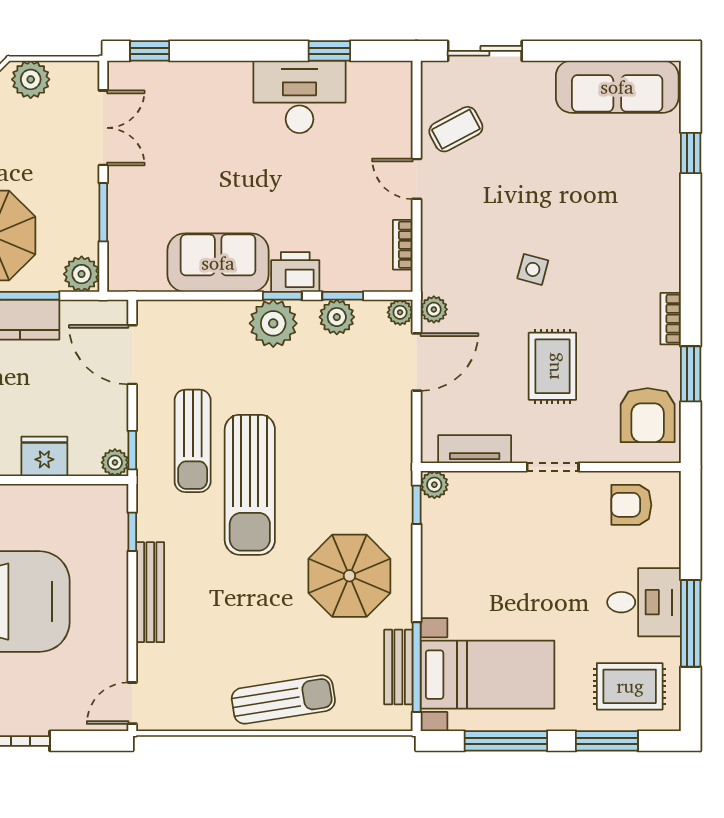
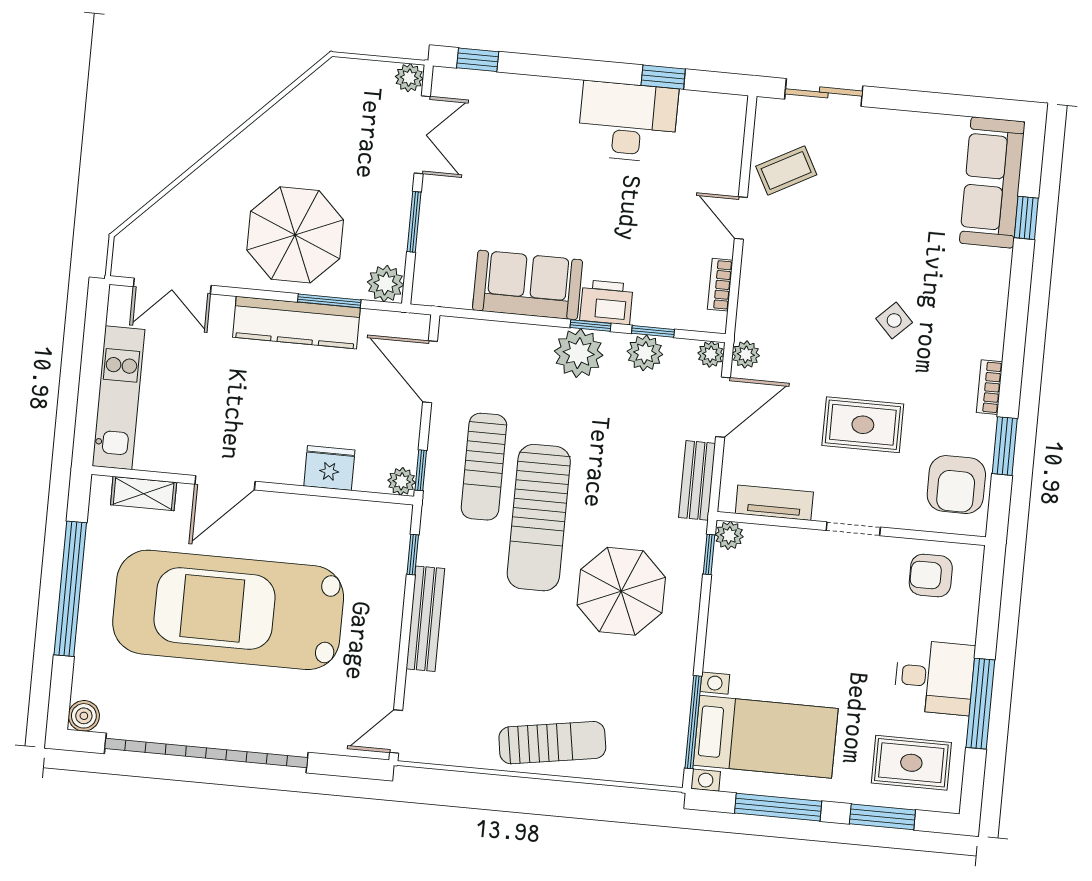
plant: (31, 79) -> (409, 78), moved, width x0.73, depth x0.73
sofa: (617, 87) -> (992, 182), moved, turned 90
side table: (533, 269) -> (894, 320), moved, turned 31
rug: (552, 366) -> (863, 425), turned 90
parasol: (349, 576) -> (621, 591), moved
bench: (398, 667) -> (697, 480), moved

